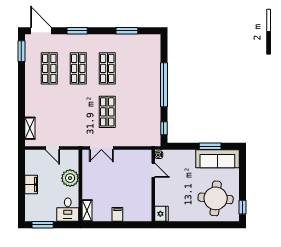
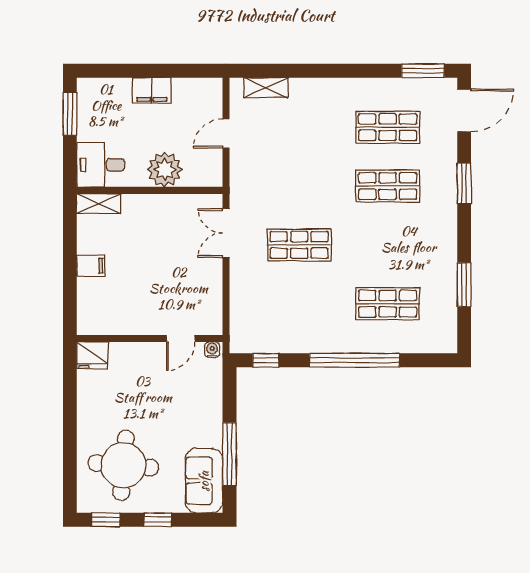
shop shelf: (107, 68) -> (388, 304), moved
window: (210, 146) -> (229, 454), width x1.44
sofa: (217, 159) -> (204, 481), width x0.73
window: (242, 182) -> (158, 520), added

